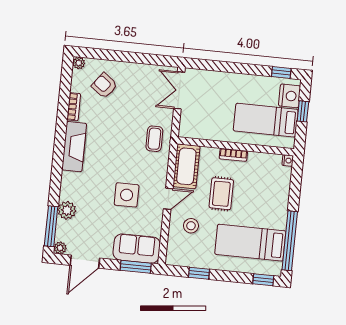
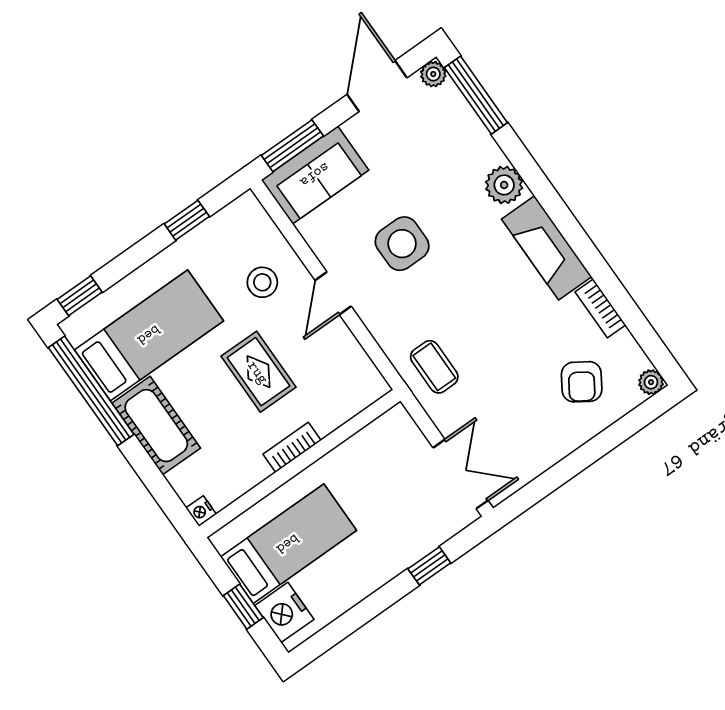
window: (281, 73) -> (429, 566), moved
armchair: (104, 86) -> (582, 382), turned 86
cot: (186, 166) -> (156, 426), moved
plant: (67, 210) -> (504, 185), moved

